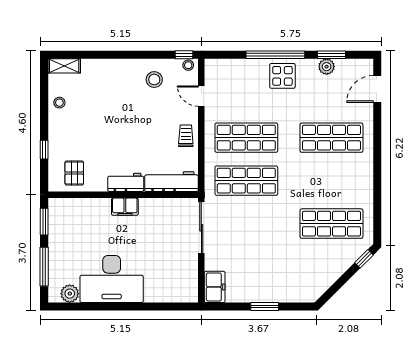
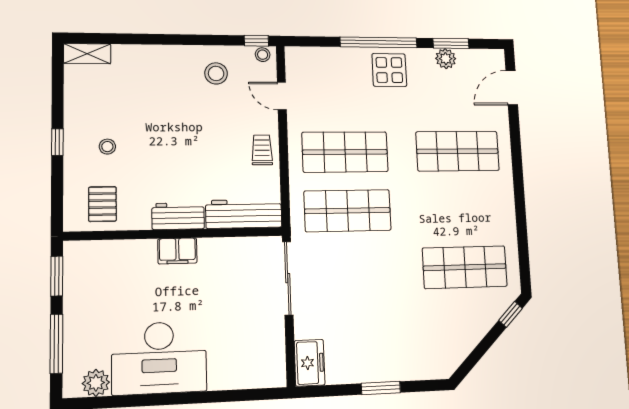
stool: (59, 103) -> (107, 147), moved
window: (44, 150) -> (57, 142), moved

